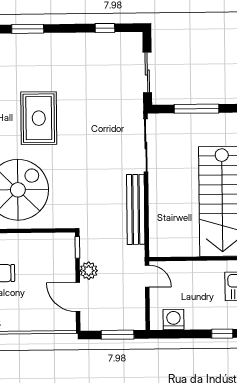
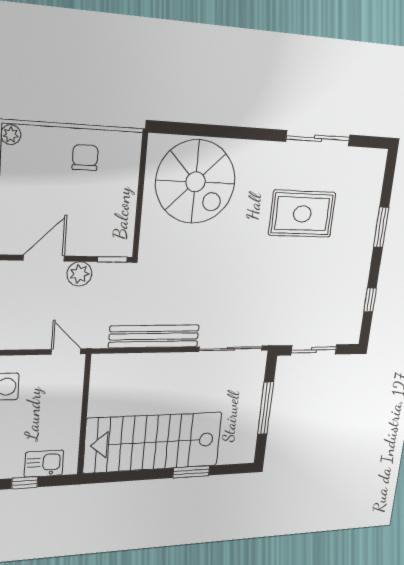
window: (28, 29) -> (381, 227), moved
rug: (39, 118) -> (302, 214), moved
door: (147, 276) -> (66, 352), swing flipped

